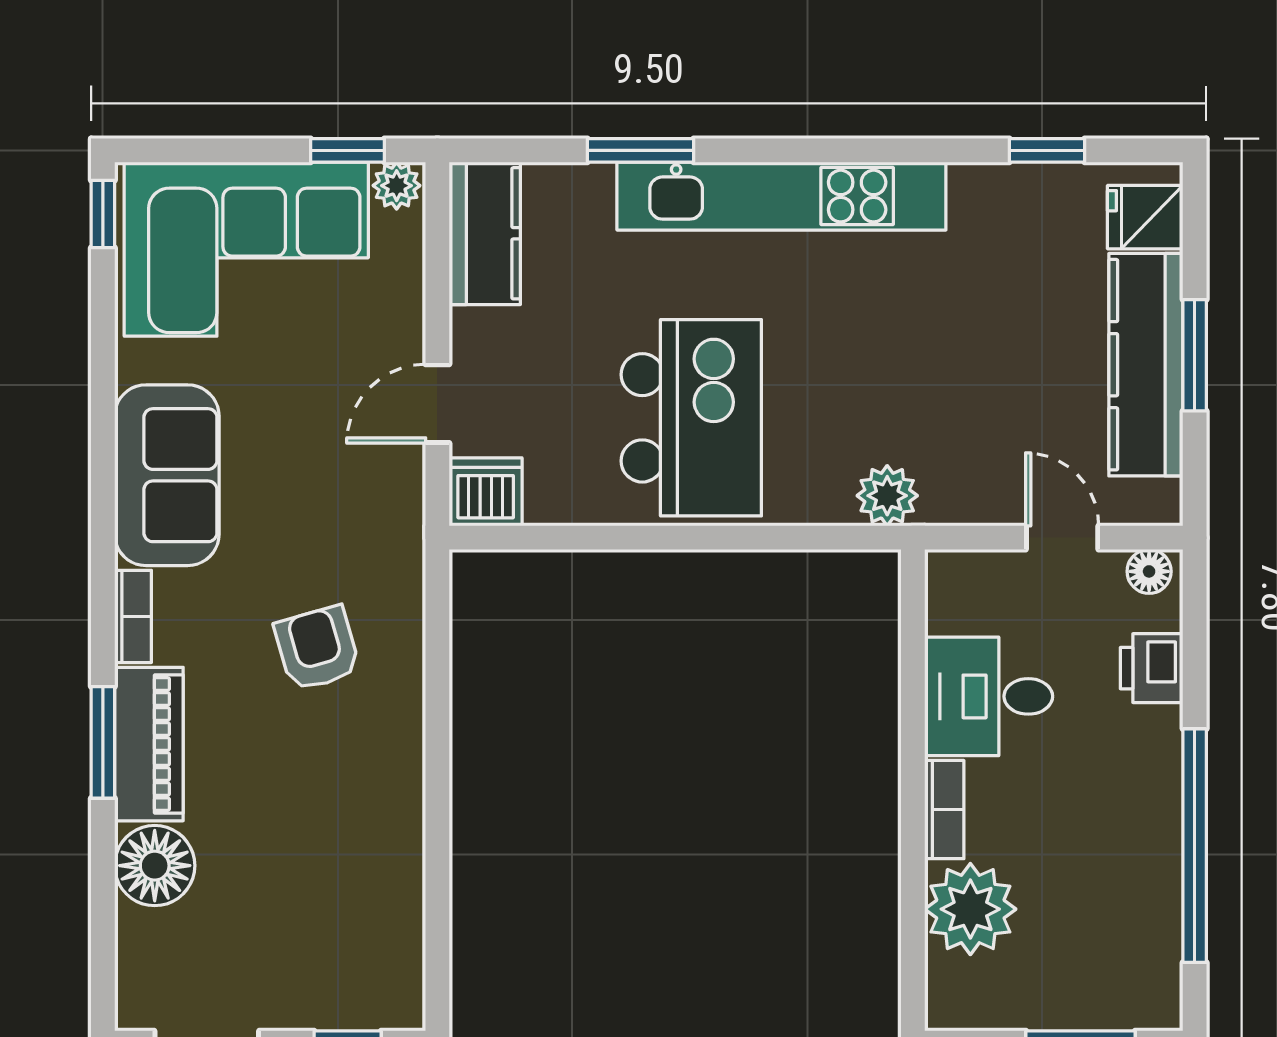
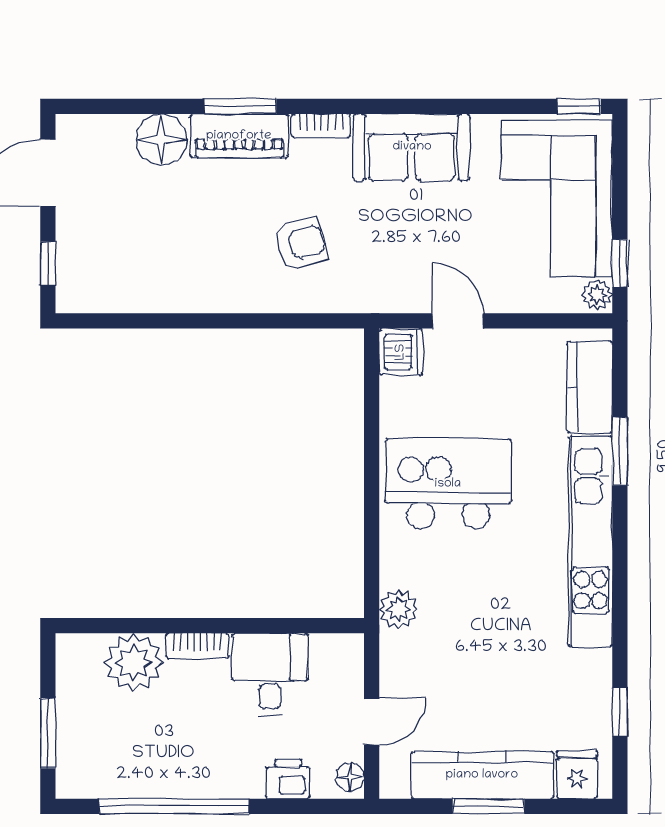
kitchen counter: (485, 233) -> (590, 387), moved, turned 90
kitchen island: (691, 418) -> (448, 484), turned 180

